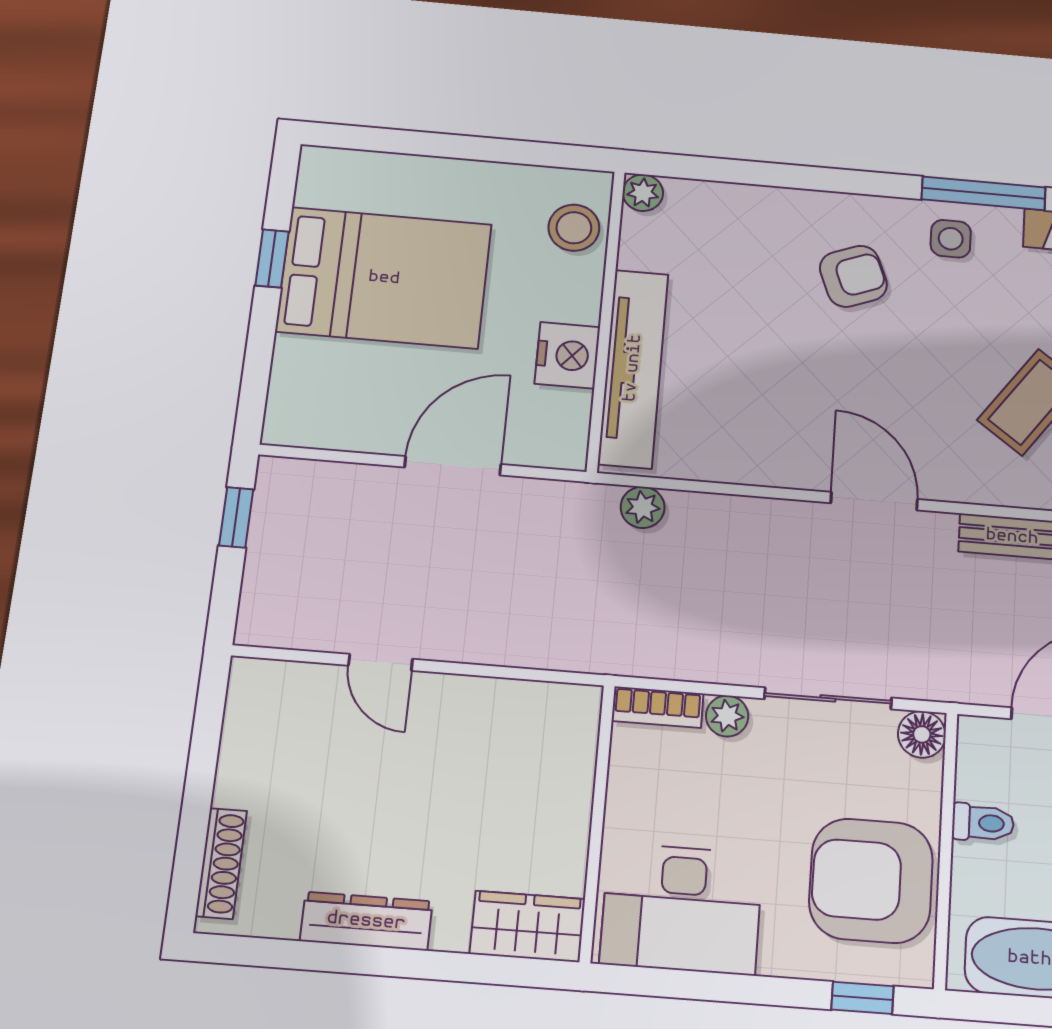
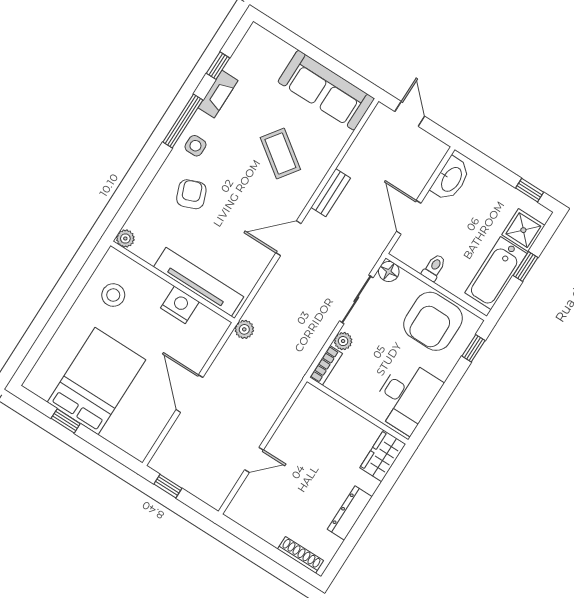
plant: (643, 193) -> (125, 238), moved
wall: (606, 319) -> (172, 282), moved
nightstand: (567, 355) -> (180, 305), moved
tv unit: (633, 368) -> (199, 282), moved

